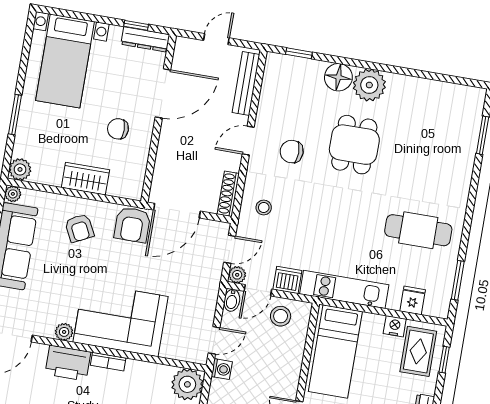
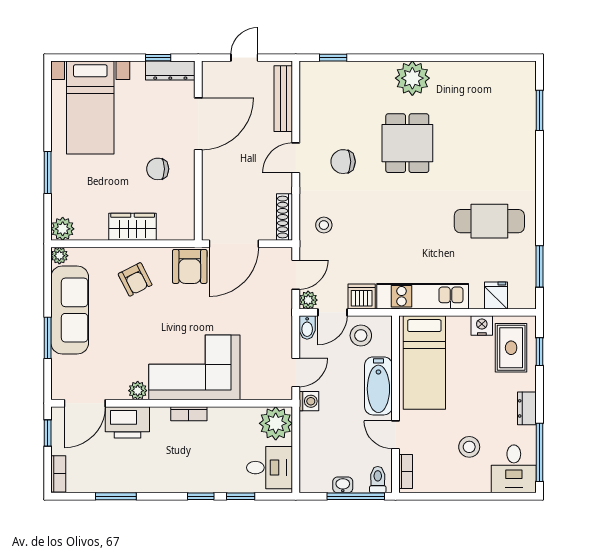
floor lamp: (338, 77) -> (379, 76), removed
printer: (68, 363) -> (127, 422), moved
bathtub: (289, 366) -> (378, 386), added

